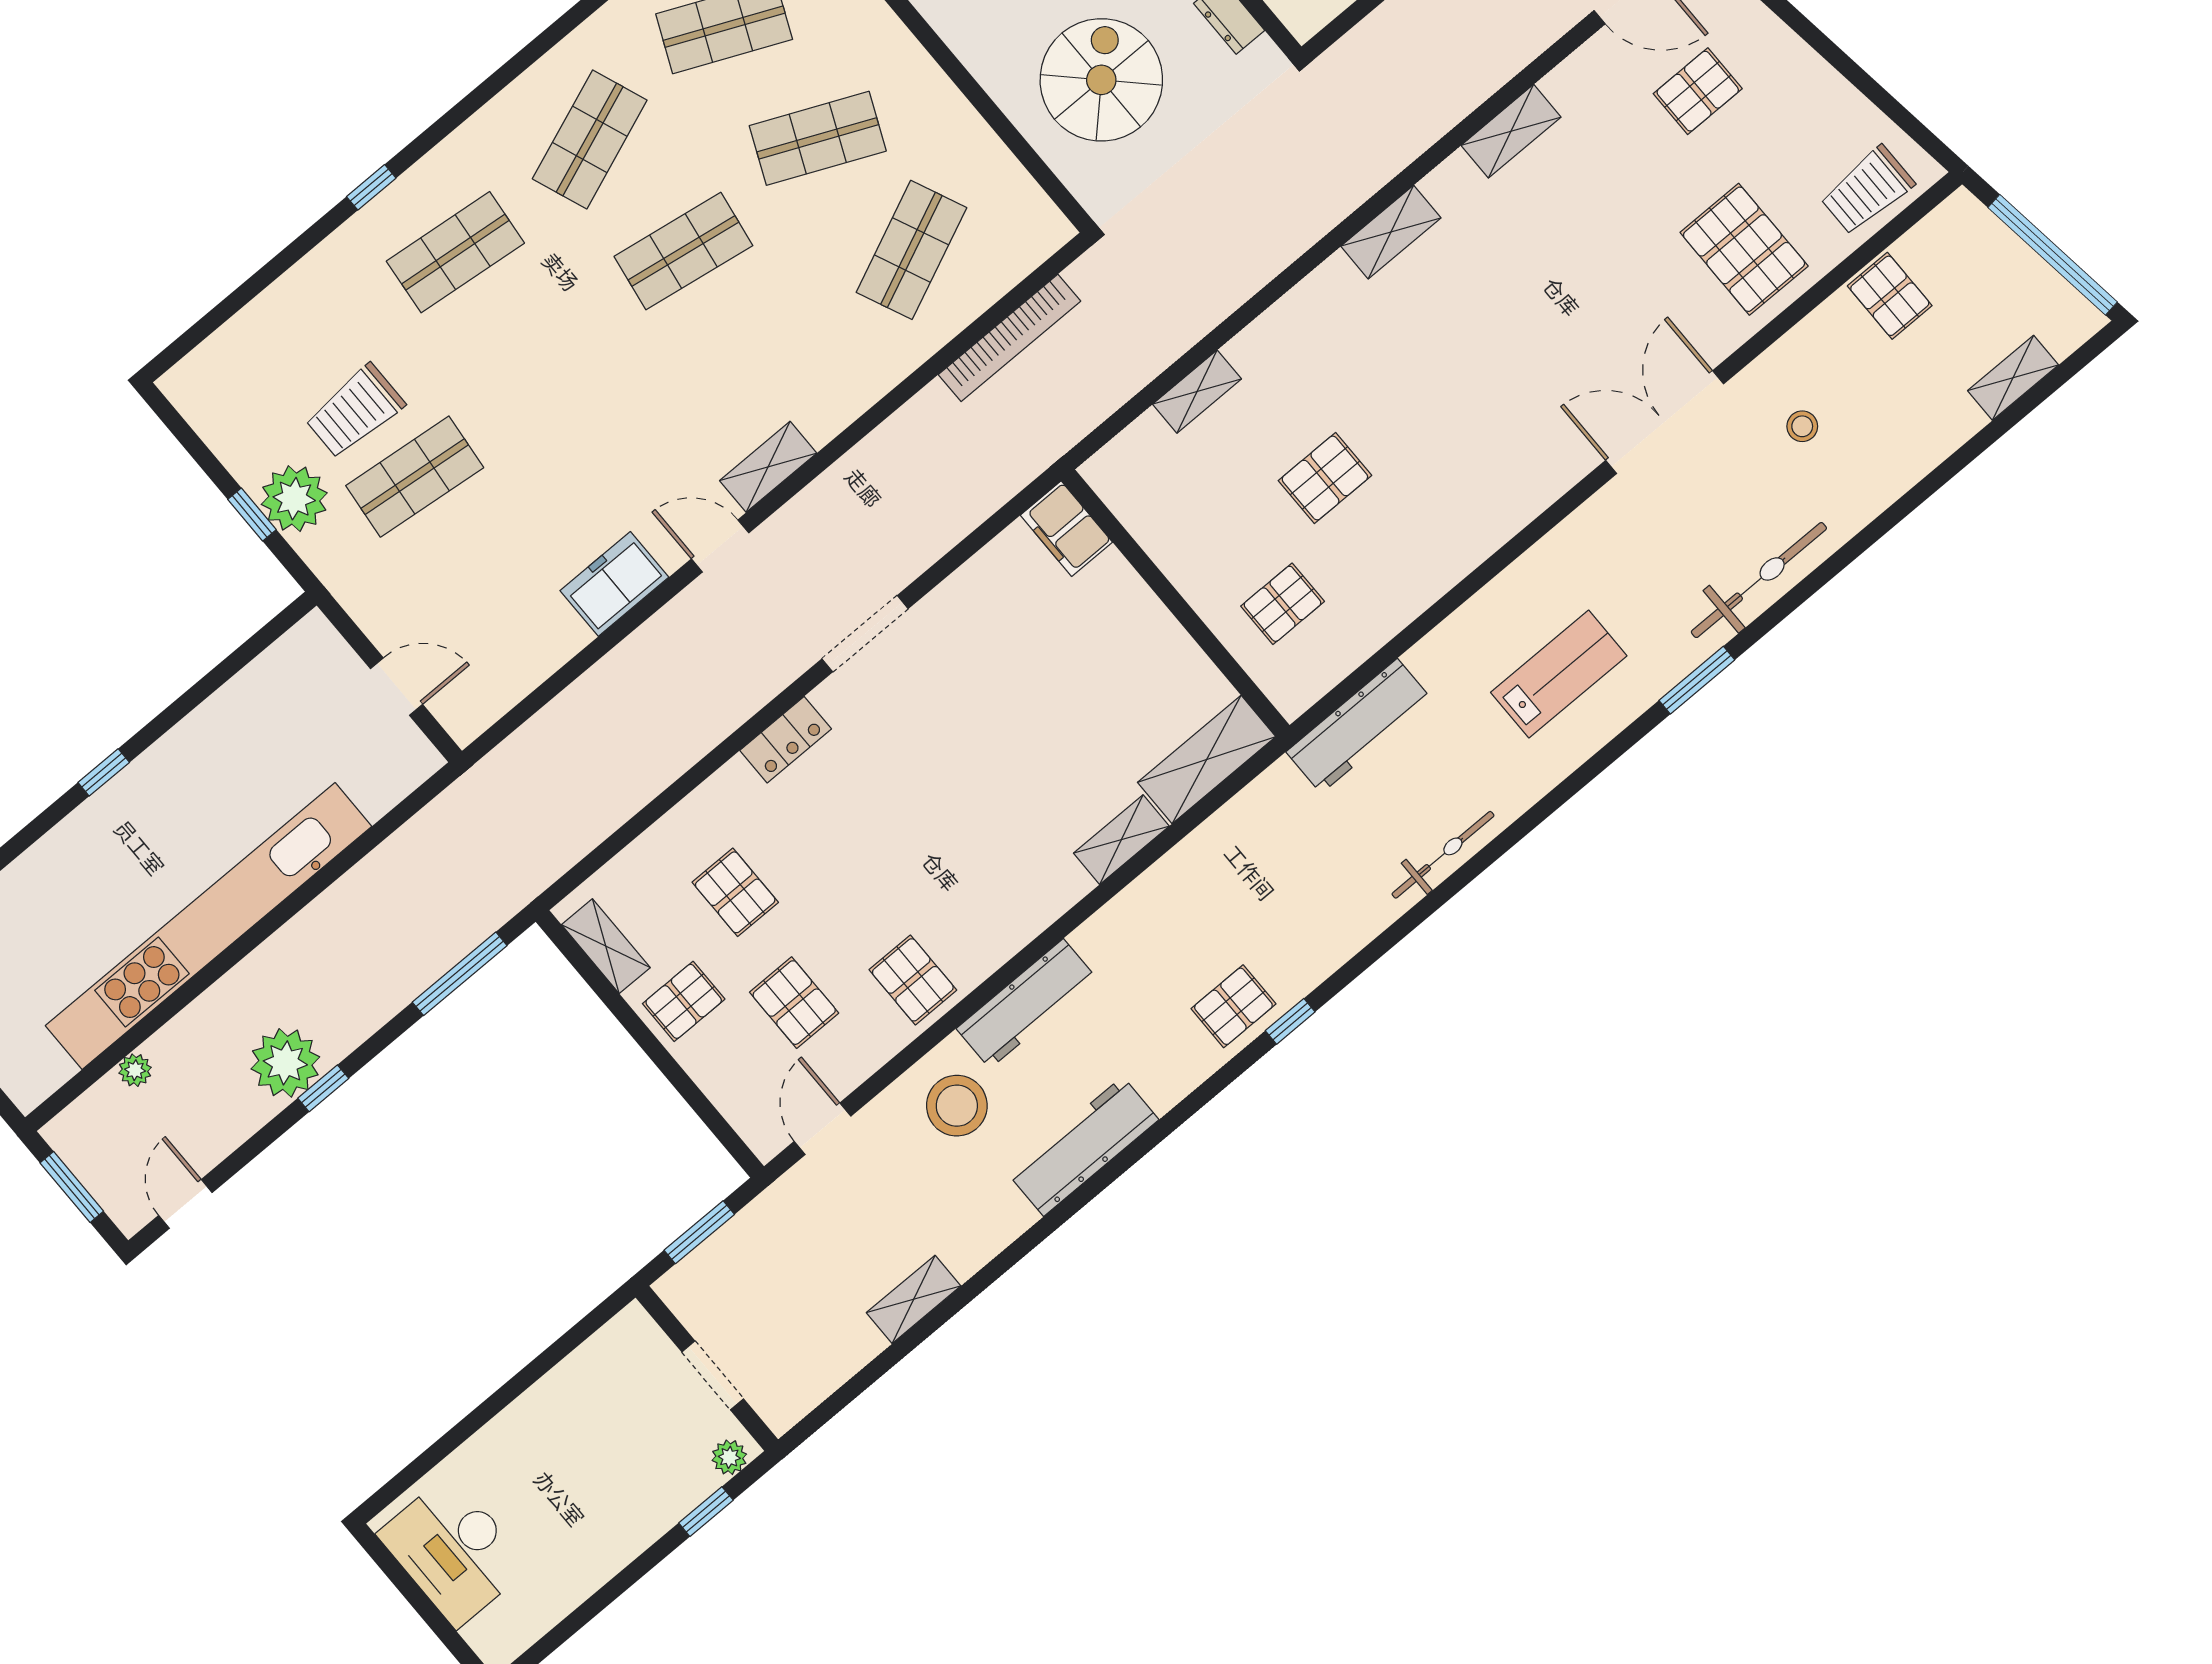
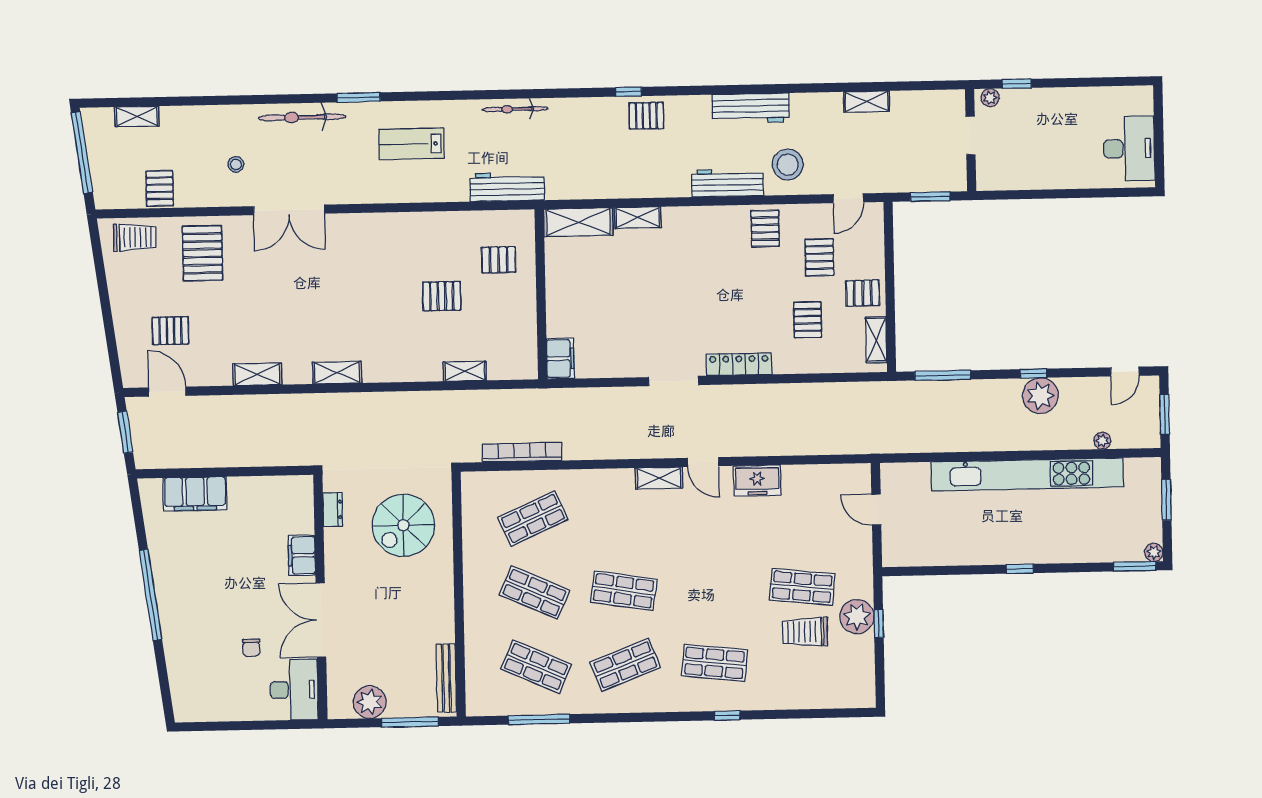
trolley: (355, 411) -> (805, 632), turned 180
locker: (786, 740) -> (739, 364), width x1.53

